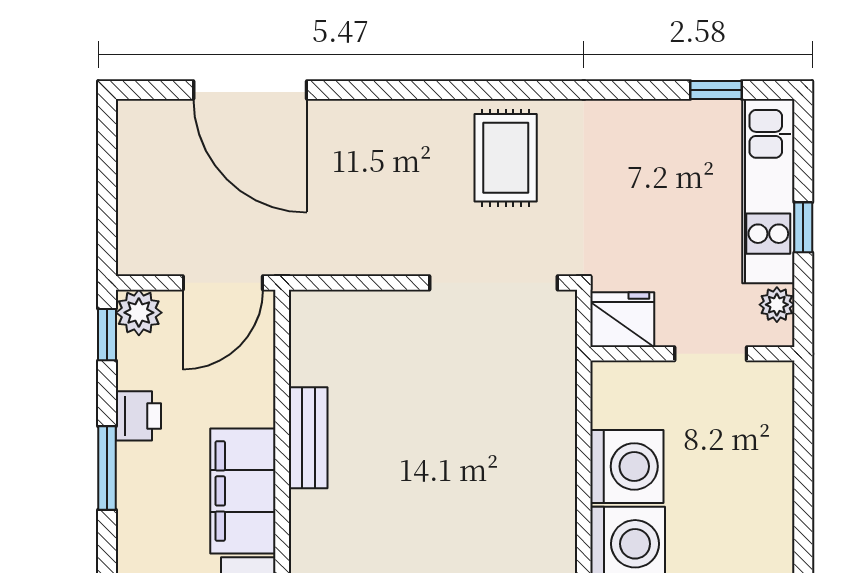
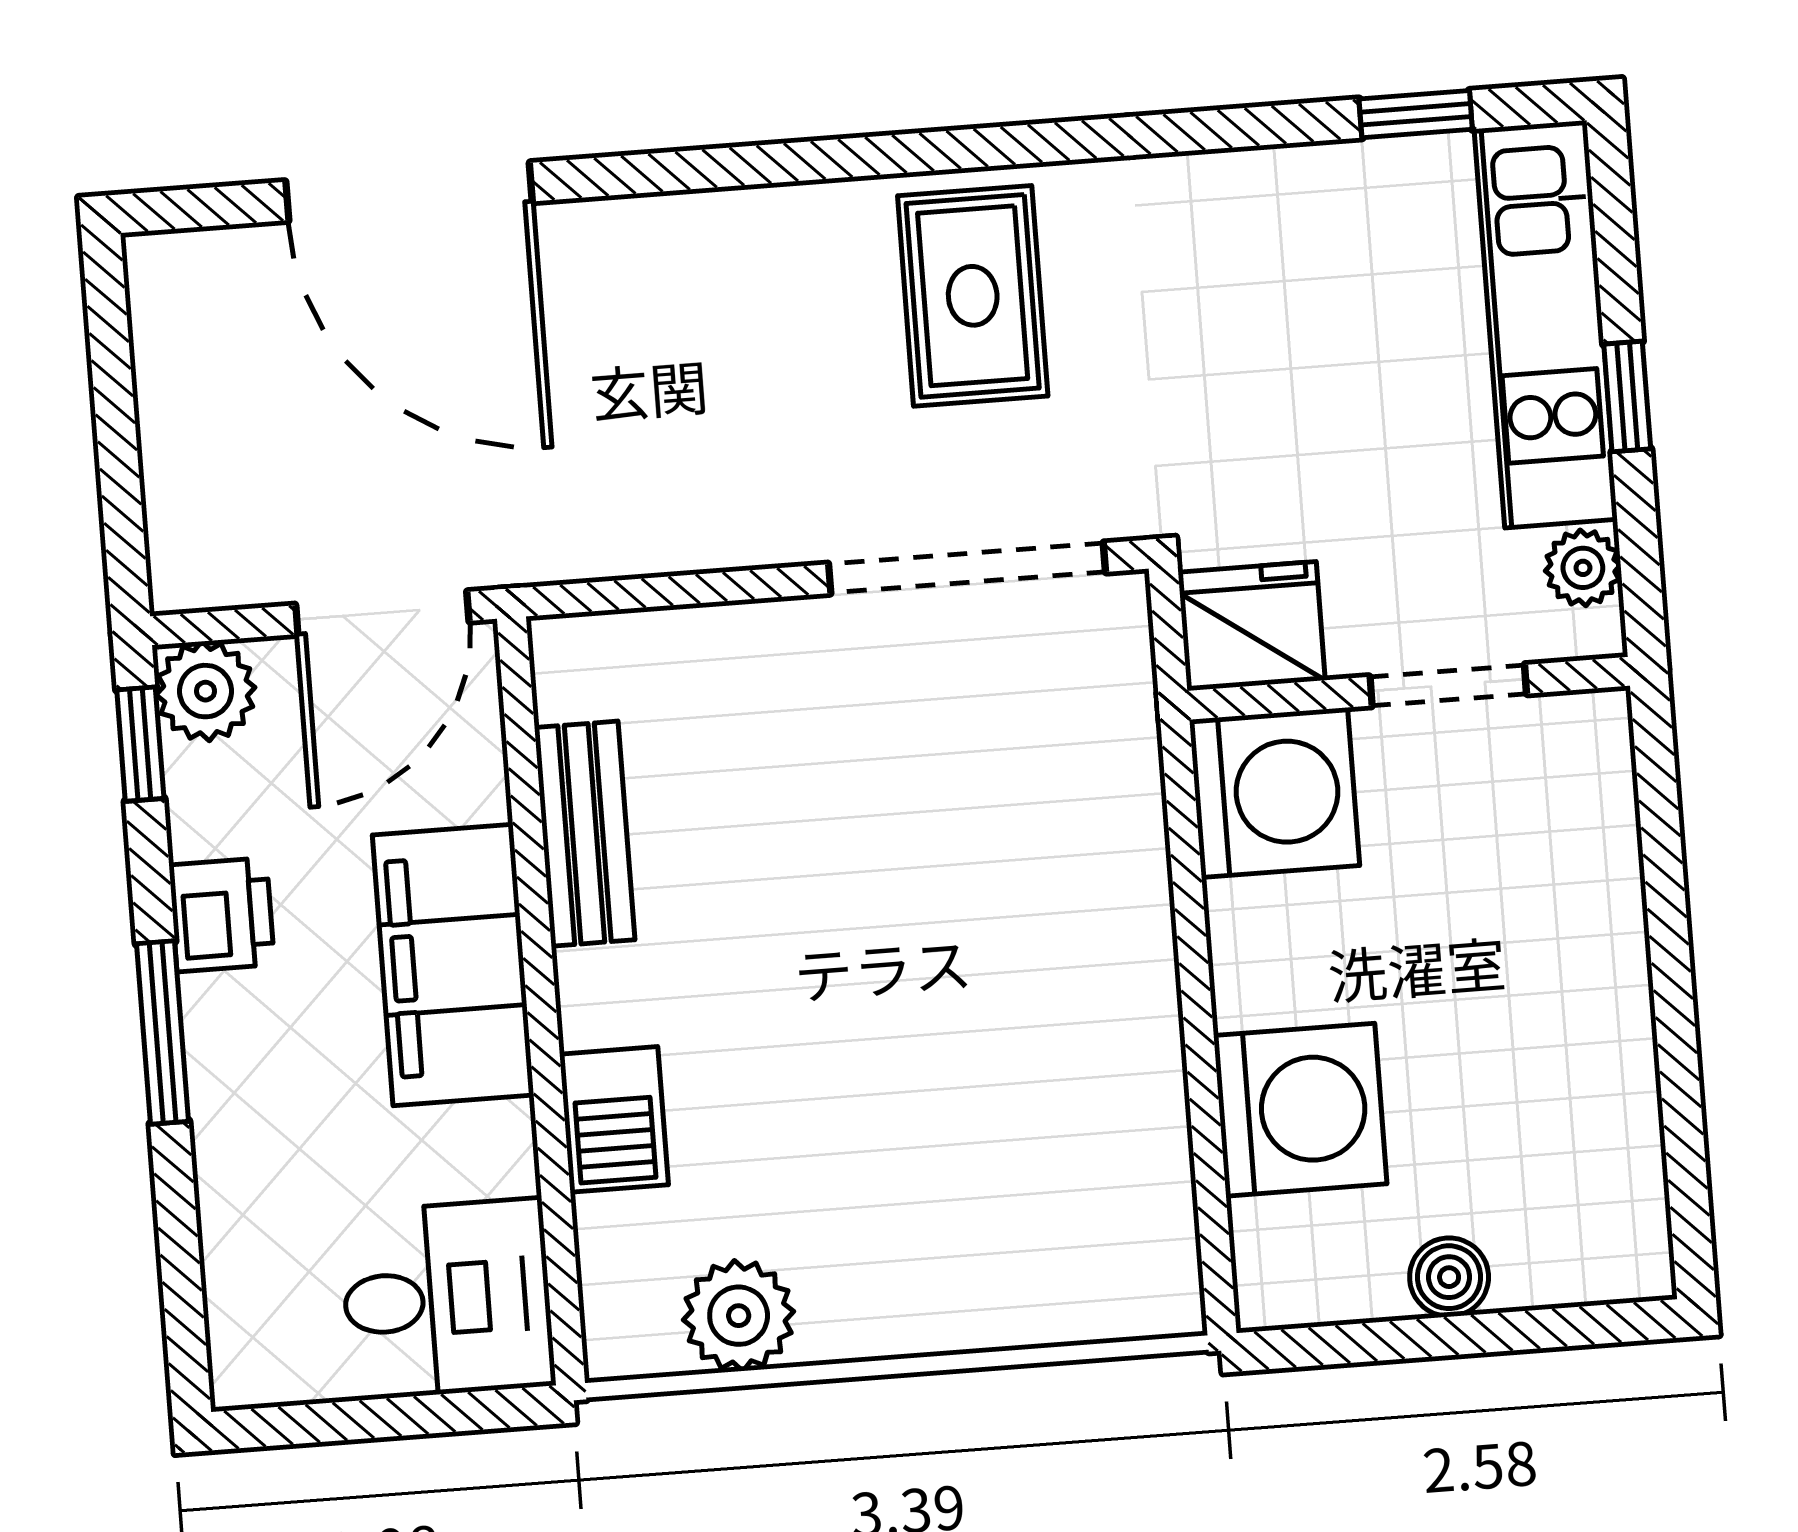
bench: (308, 438) -> (585, 834), moved
washing machine: (627, 466) -> (1274, 793), moved
filing cabinet: (243, 491) -> (453, 965), moved
barbecue: (312, 524) -> (614, 1119), added

